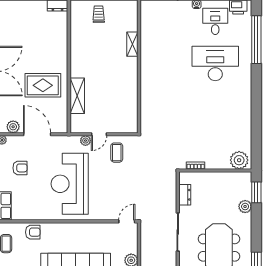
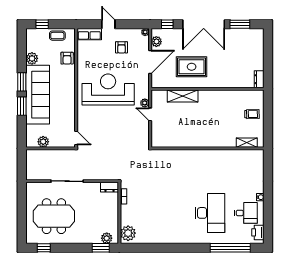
shelving: (132, 44) -> (247, 143), moved
rug: (43, 85) -> (192, 67), turned 90
coffee table: (117, 153) -> (135, 129), removed
dresser: (185, 195) -> (109, 187), moved
plant: (245, 207) -> (107, 238), moved

